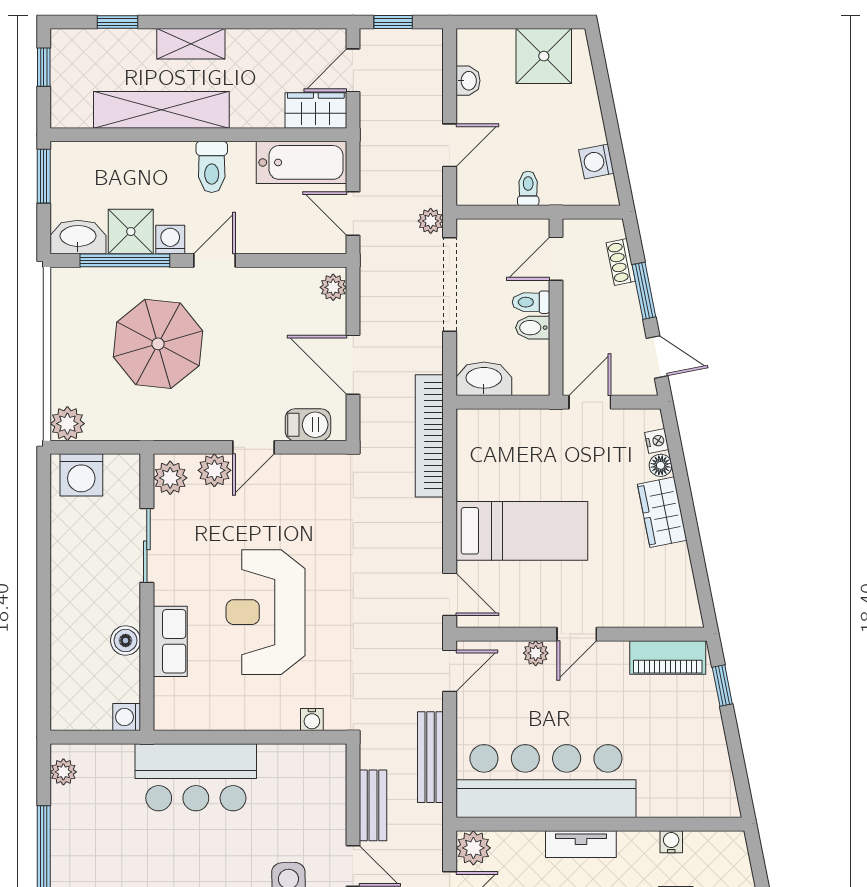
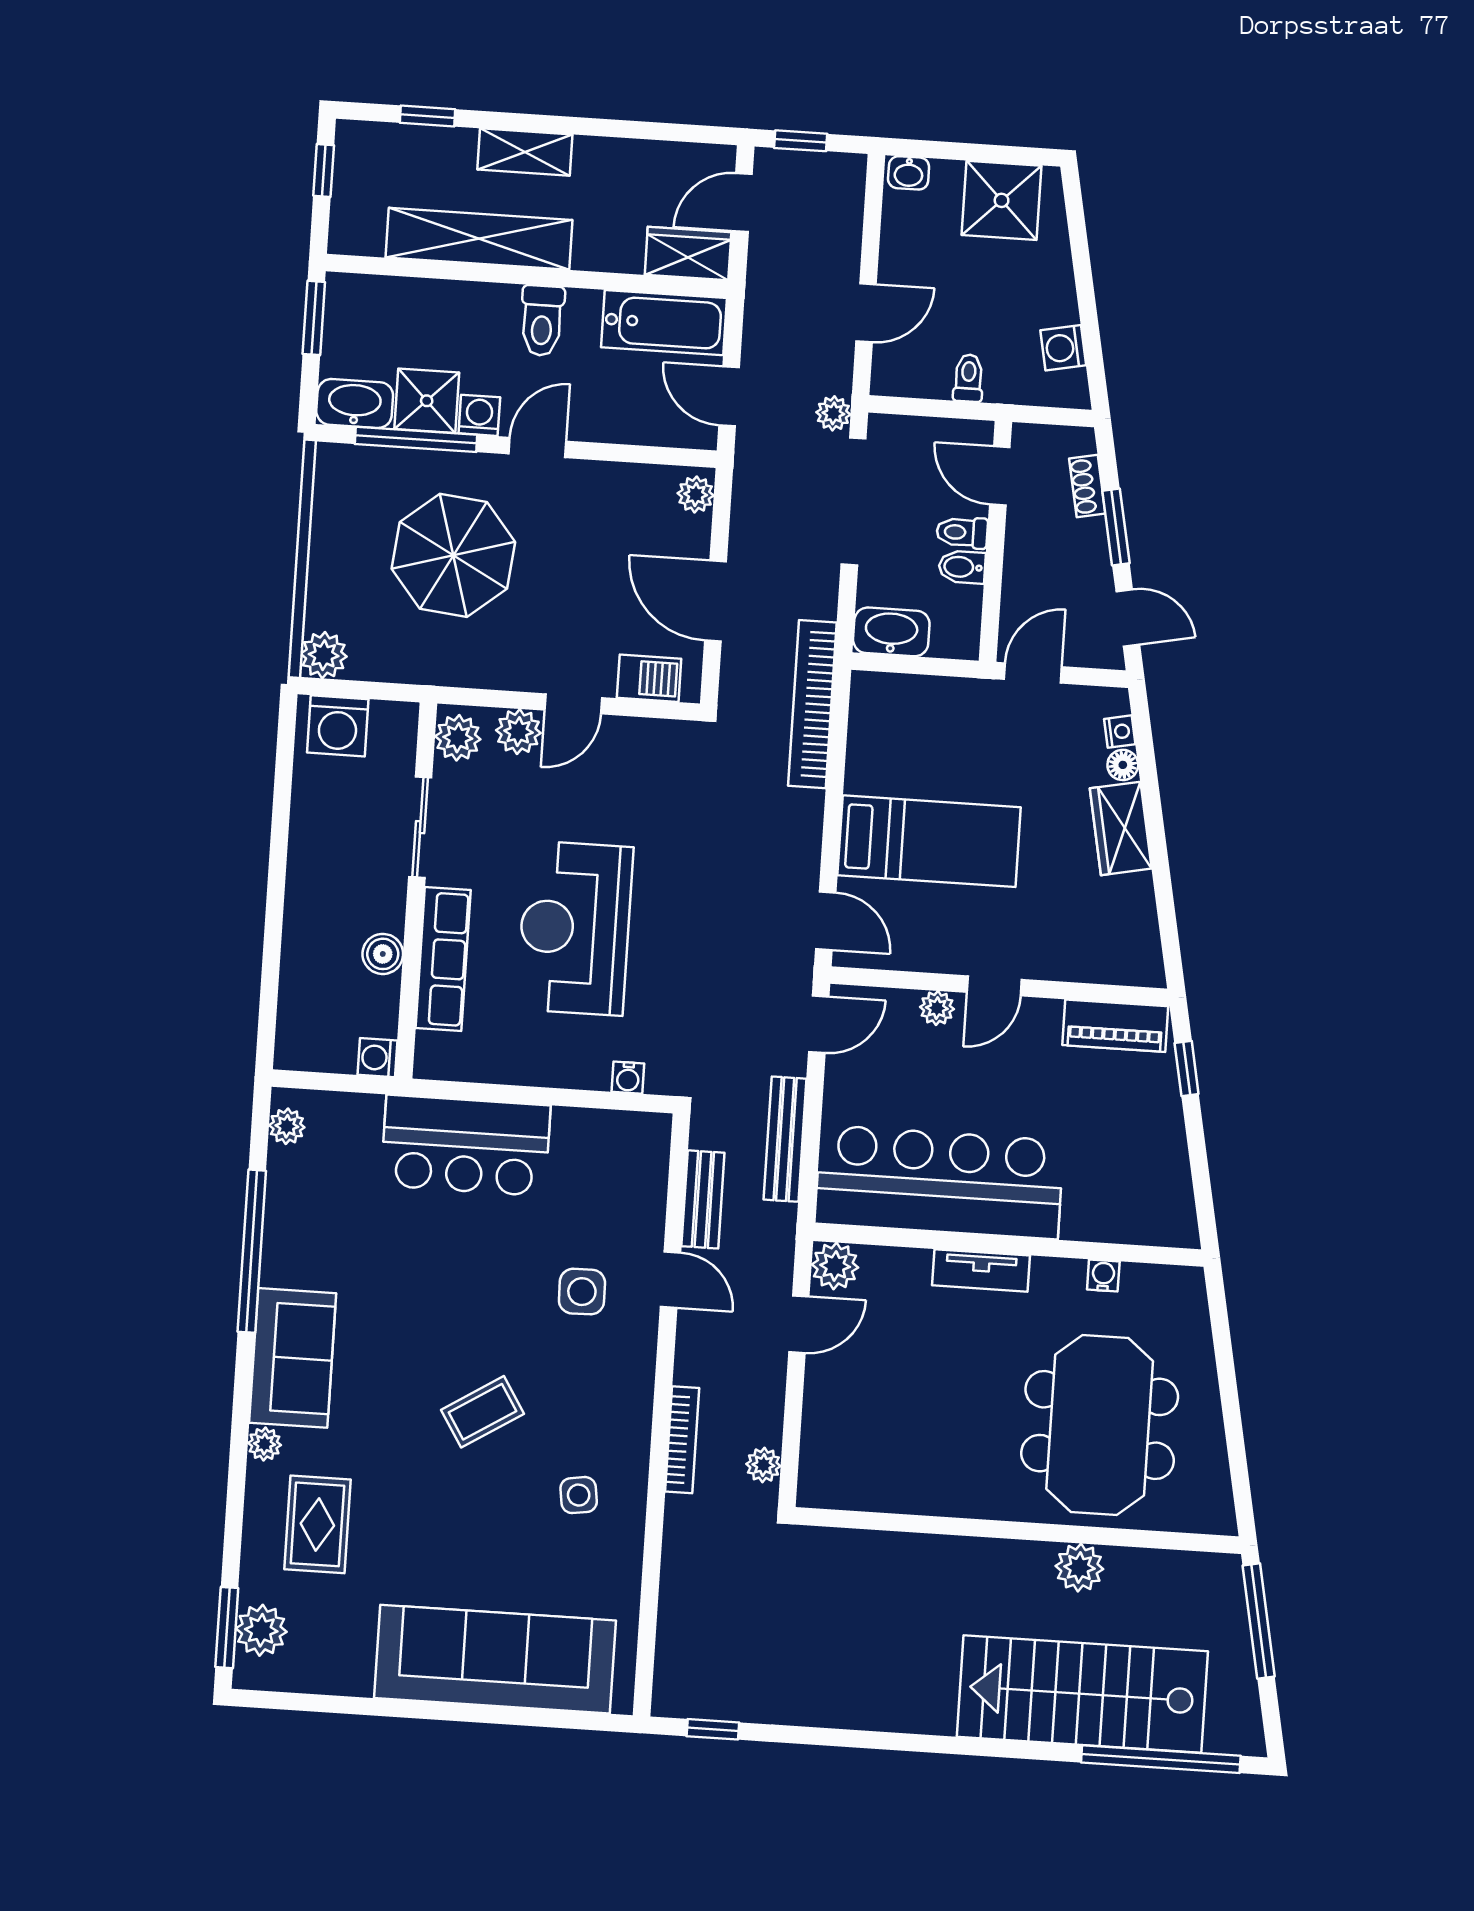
washbasin: (468, 81) -> (909, 173), moved, turned 90
door: (556, 259) -> (1000, 476), hinge flipped
row of seats: (170, 641) -> (443, 959), width x1.48

